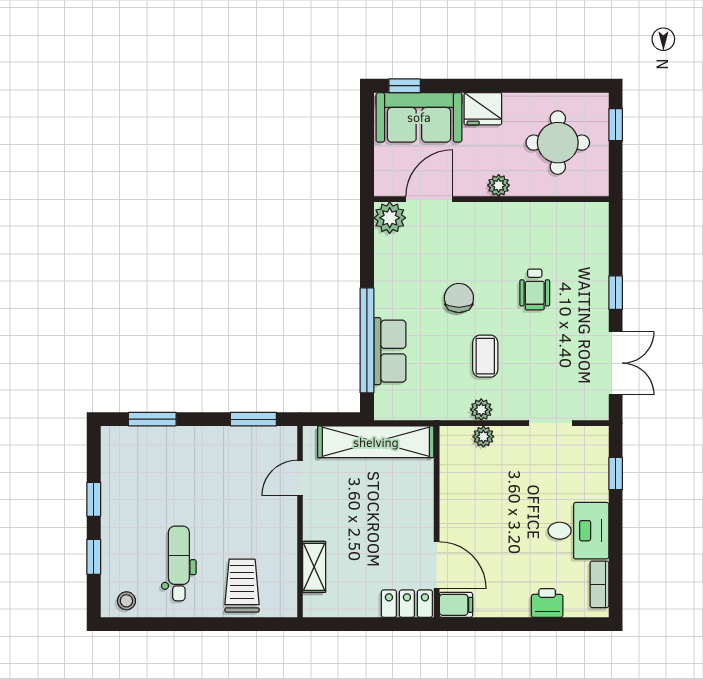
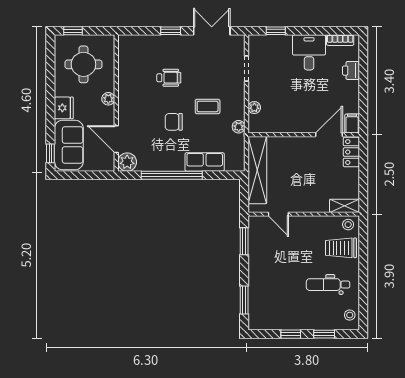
window: (367, 340) -> (172, 175), moved
plant: (481, 410) -> (239, 127), moved
shelving: (314, 567) -> (344, 206), moved
stool: (282, 598) -> (348, 225), added

